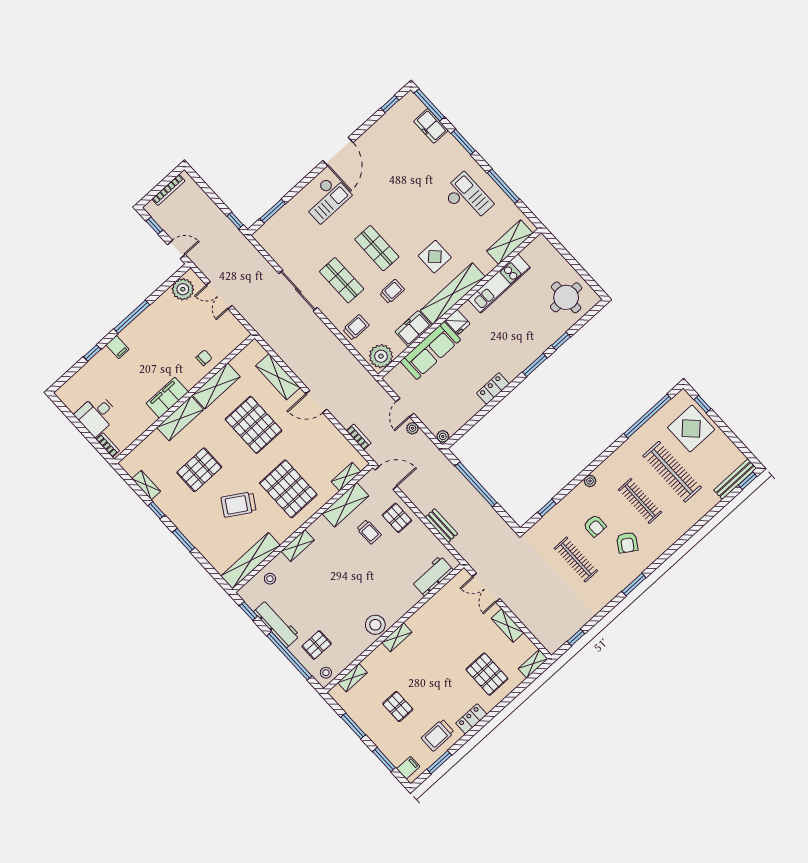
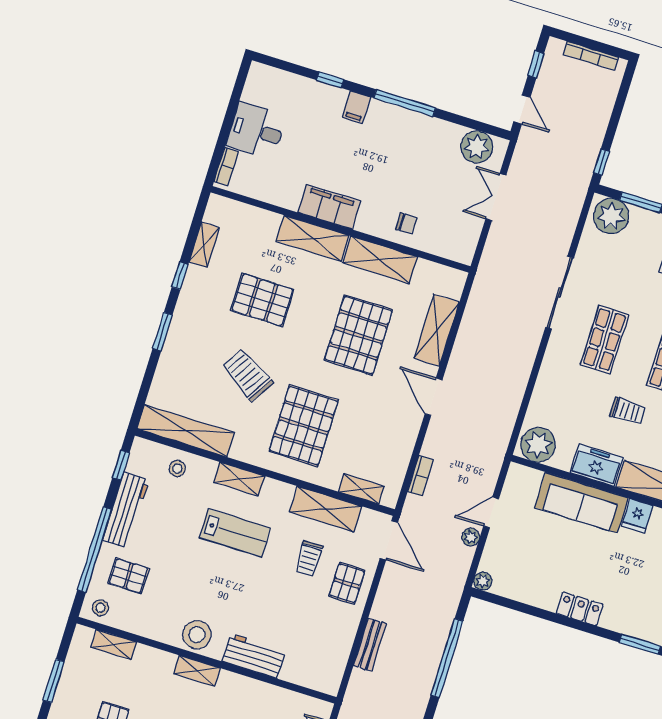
plant: (271, 234) -> (611, 216), added
trolley: (356, 327) -> (556, 392), removed
lab bench: (328, 567) -> (235, 533), added
workbench: (432, 576) -> (254, 656), moved

